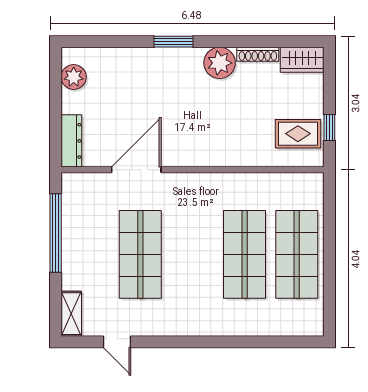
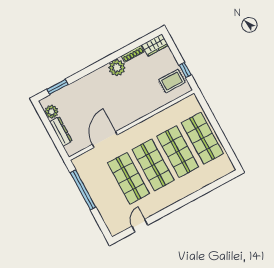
window: (173, 42) -> (58, 87), moved
dresser: (71, 141) -> (61, 131), moved
shop shelf: (192, 254) -> (153, 165), added
shelving: (71, 314) -> (111, 224), removed
door: (117, 342) -> (140, 226), swing flipped

